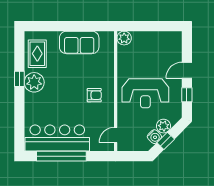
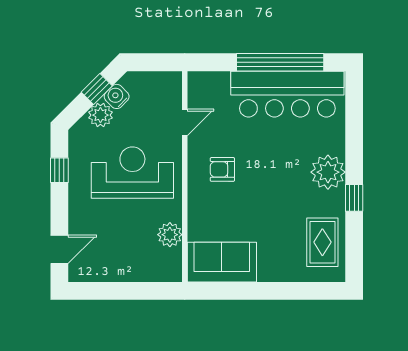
plant: (124, 38) -> (170, 235), moved
sofa: (79, 42) -> (222, 262), moved
door: (187, 70) -> (59, 249), moved
plant: (34, 82) -> (328, 172), moved
door: (116, 135) -> (185, 122), moved

